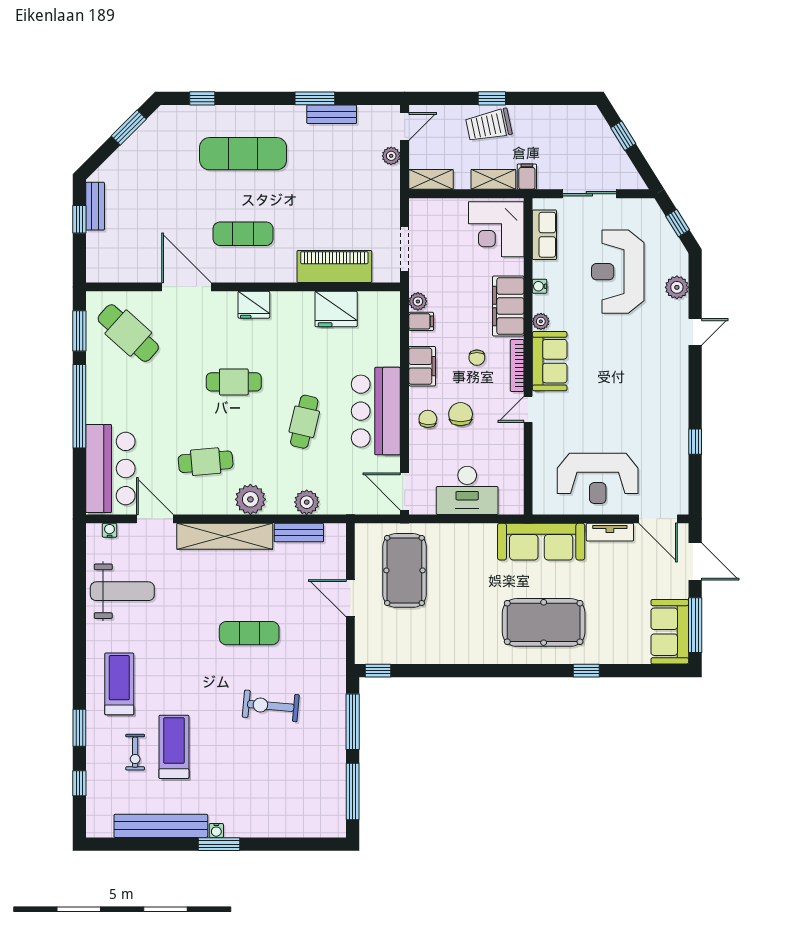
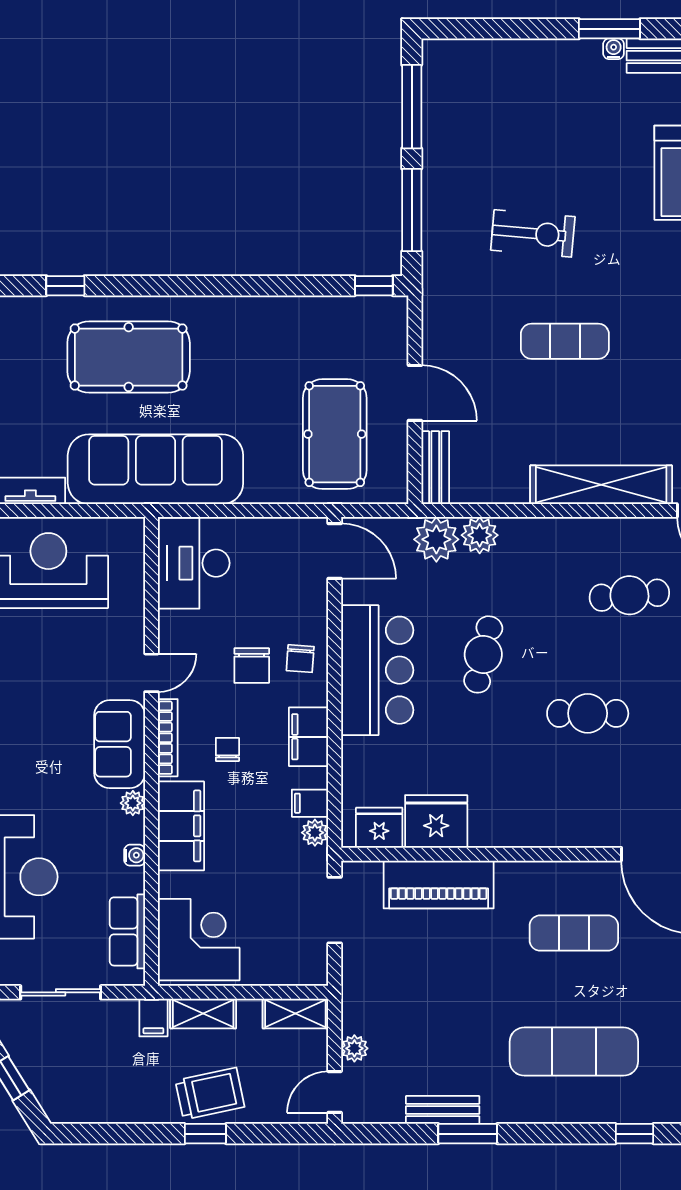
fridge: (254, 305) -> (379, 828), moved
desk: (467, 490) -> (194, 563), moved, turned -90
plant: (250, 499) -> (436, 539), moved
bench: (299, 533) -> (435, 468), moved, turned 90
sofa: (541, 542) -> (155, 469), width x1.36, depth x1.27

